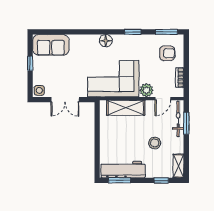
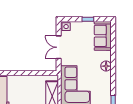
floor lamp: (106, 41) -> (106, 66), moved

